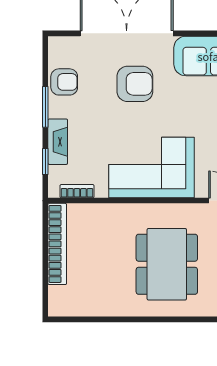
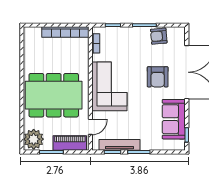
armchair: (64, 82) -> (159, 36), turned 85
fireplace: (58, 142) -> (124, 32), removed
dining table: (167, 264) -> (54, 95), width x1.36, depth x1.24

